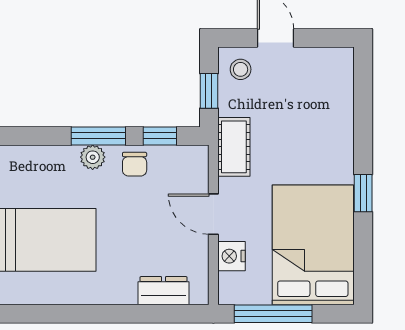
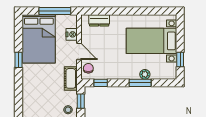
window: (98, 136) -> (140, 83), moved
plant: (93, 157) -> (145, 74), moved
chair: (135, 164) -> (88, 68), moved

